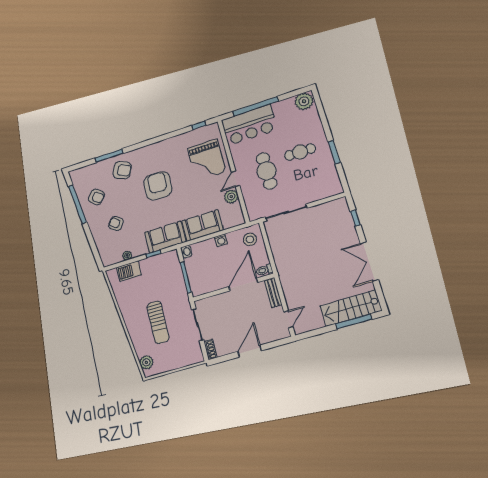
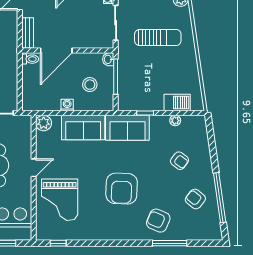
grand piano: (207, 160) -> (60, 200), turned 180
plant: (231, 197) -> (44, 123), moved
stool: (250, 239) -> (90, 85), moved
washbasin: (186, 252) -> (108, 59), moved
sun lounger: (158, 322) -> (158, 38), turned 90

